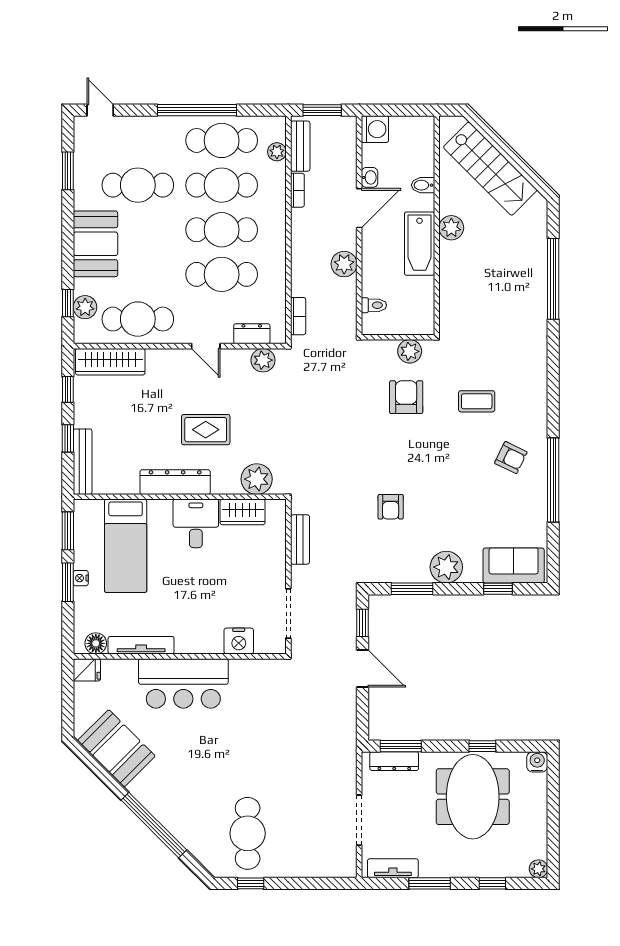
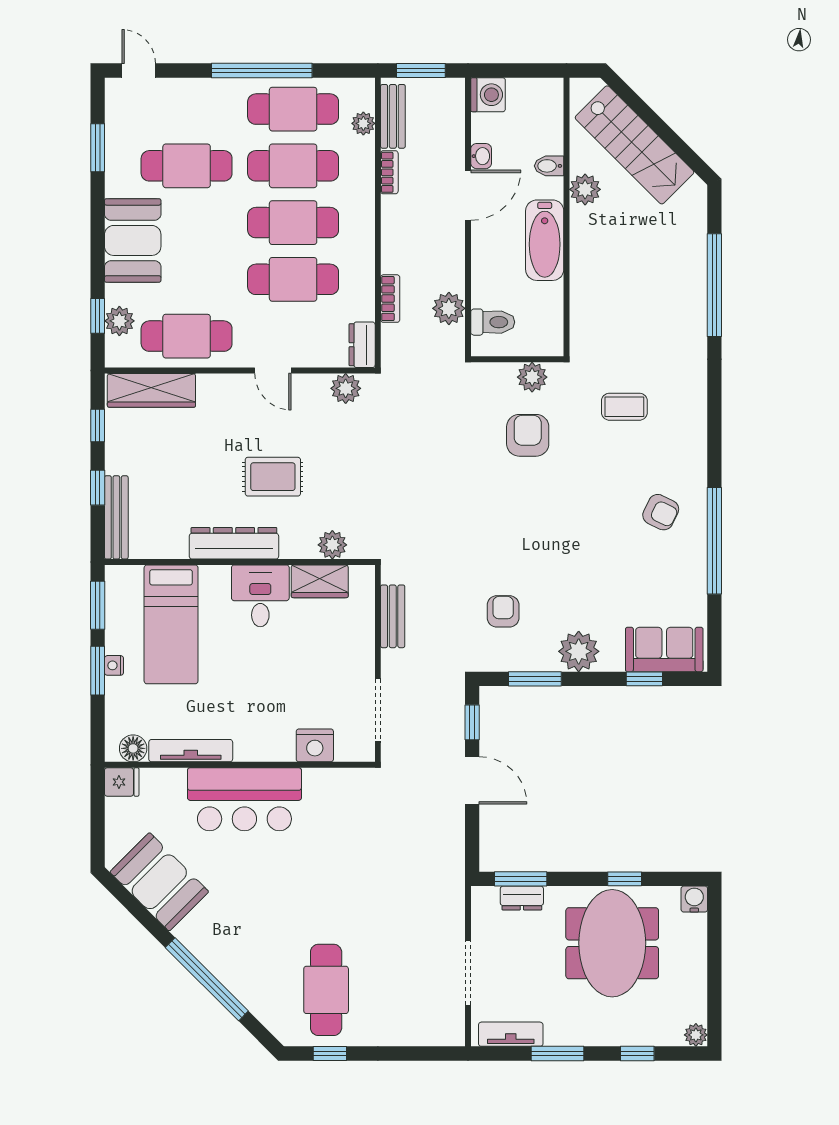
plant: (451, 228) -> (585, 189), moved
plant: (344, 264) -> (449, 308), moved
toilet: (374, 305) -> (493, 322), width x1.37, depth x1.39
bookcase: (298, 316) -> (390, 299), moved
dresser: (252, 334) -> (362, 345), moved, turned -90
coffee table: (477, 401) -> (624, 407), moved
plant: (257, 479) -> (332, 545), width x0.73, depth x0.73
armchair: (391, 507) -> (503, 611), moved, turned 180
dresser: (394, 761) -> (522, 898), width x0.70

